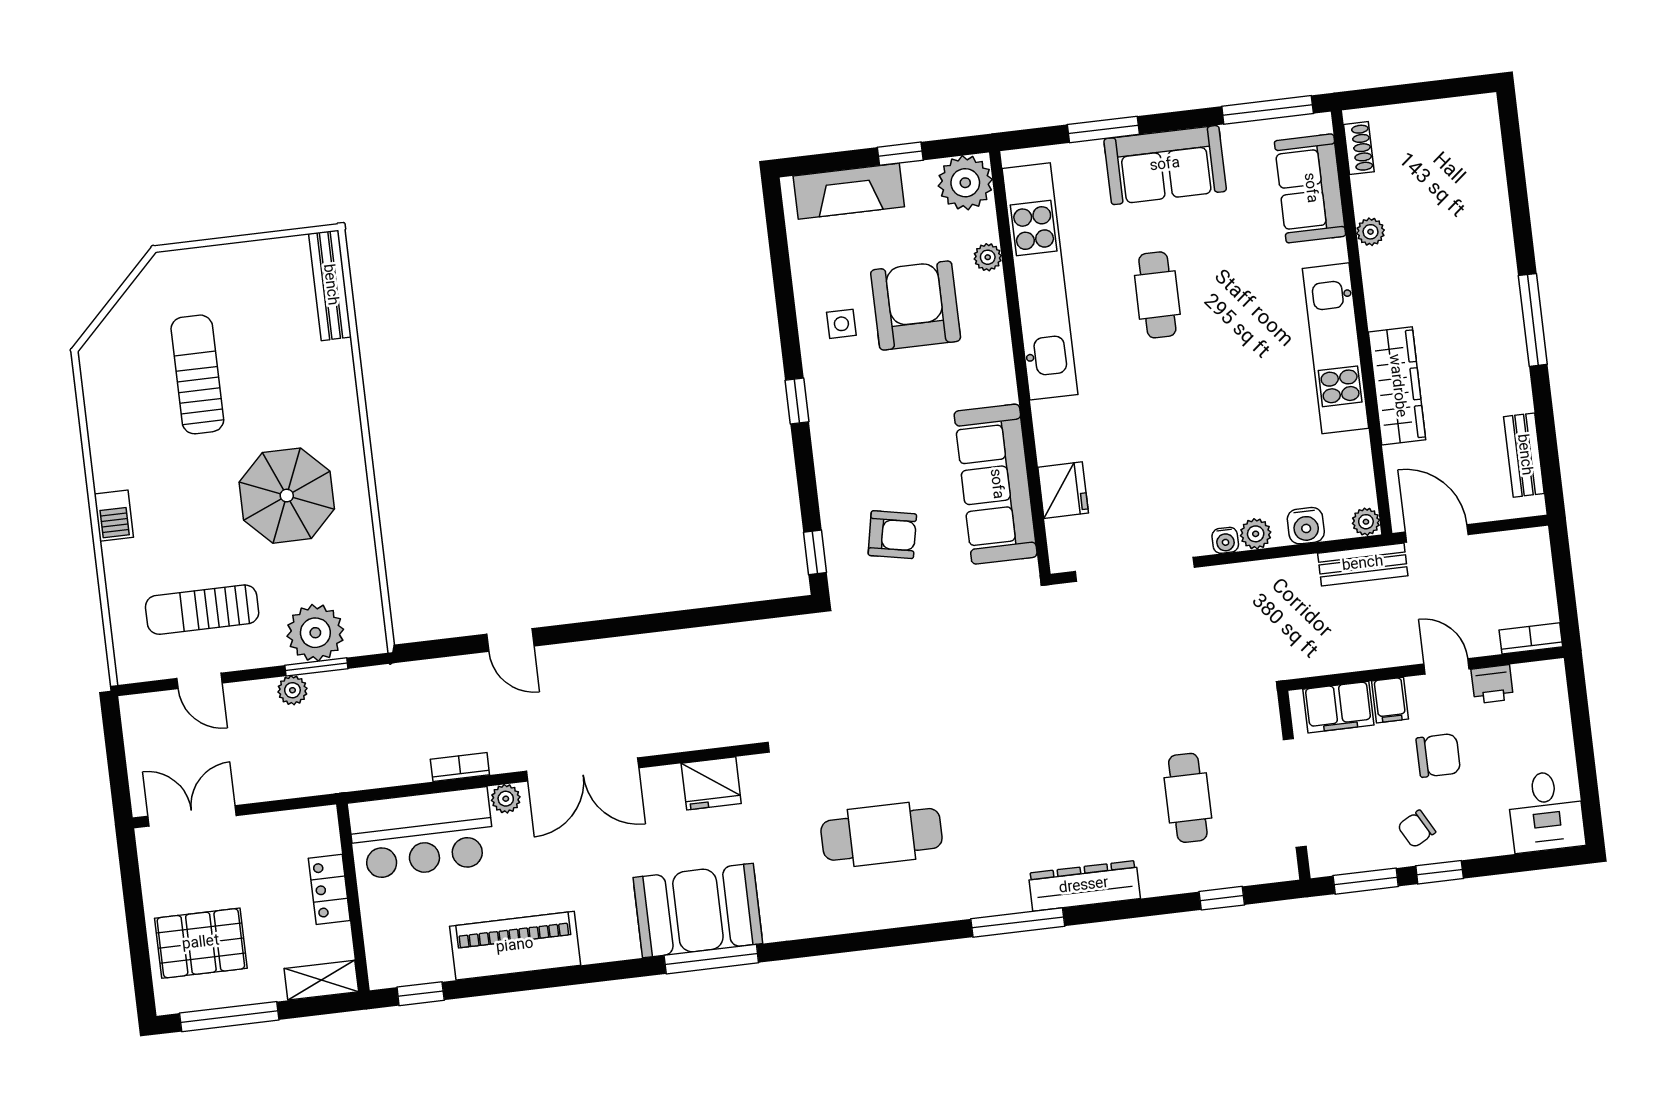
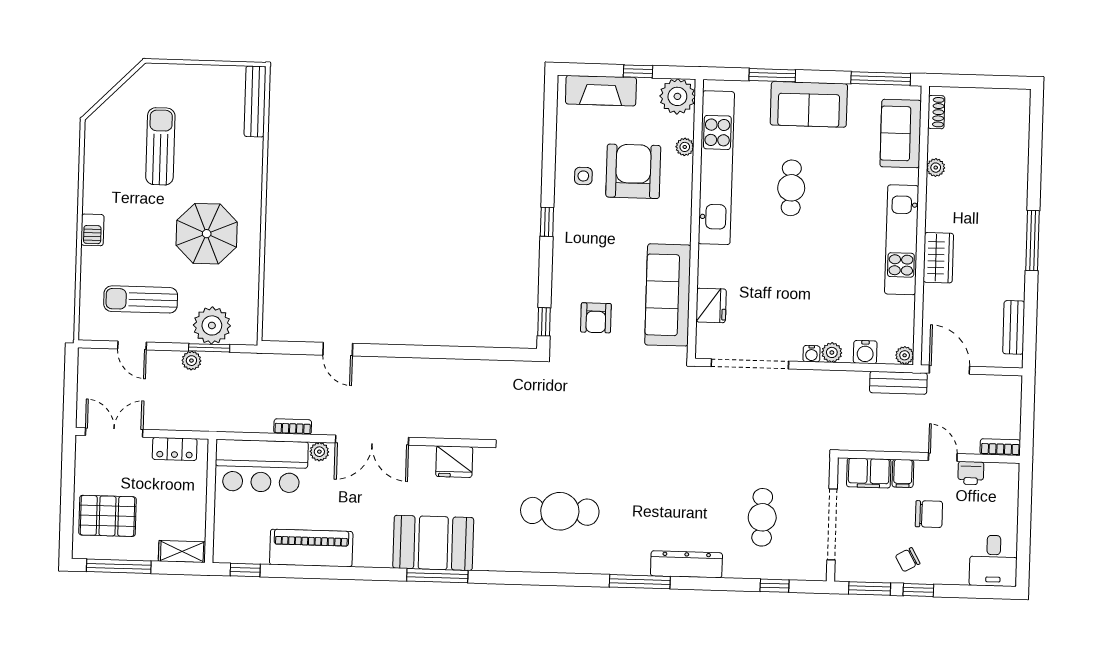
wardrobe: (1397, 386) -> (938, 258), width x0.67
armchair: (892, 535) -> (596, 318), turned 79
locker: (329, 889) -> (175, 449), moved, turned -90

